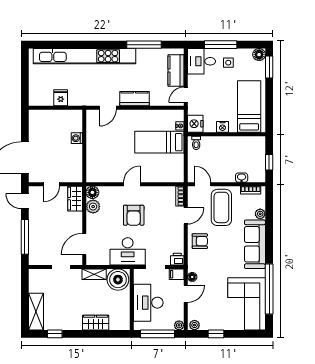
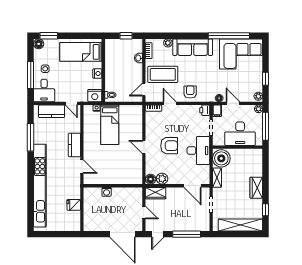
shelving: (36, 312) -> (240, 225), width x1.47
wardrobe: (96, 323) -> (256, 188), moved

